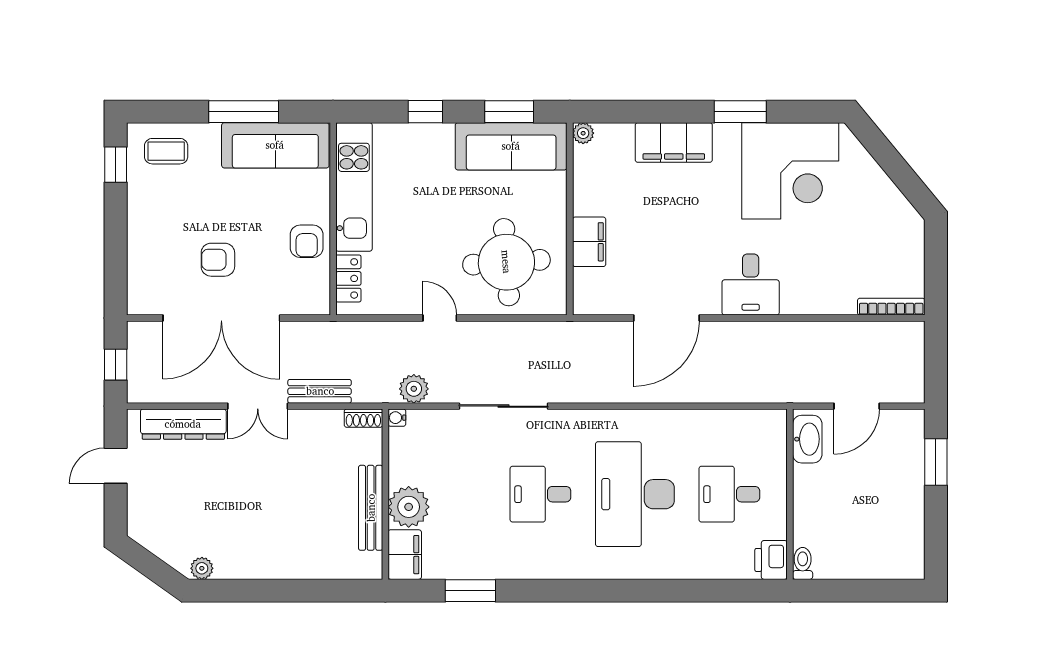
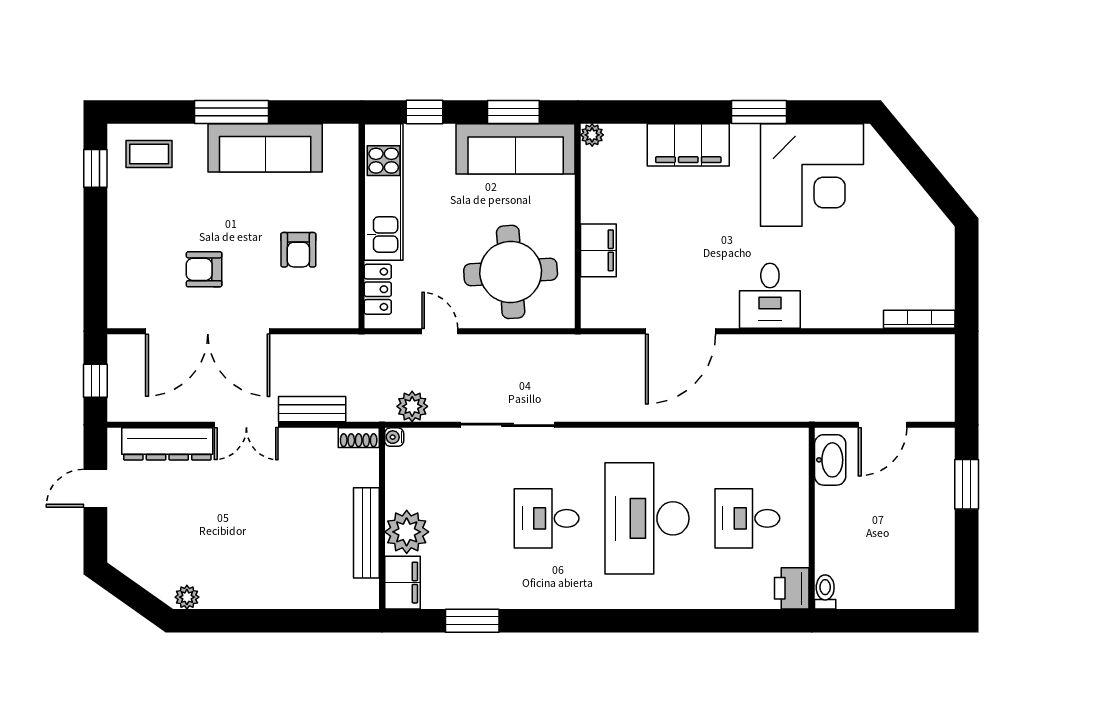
kitchen unit: (354, 187) -> (384, 192), moved
wall: (333, 219) -> (361, 226), moved
locker: (348, 278) -> (378, 289), moved

